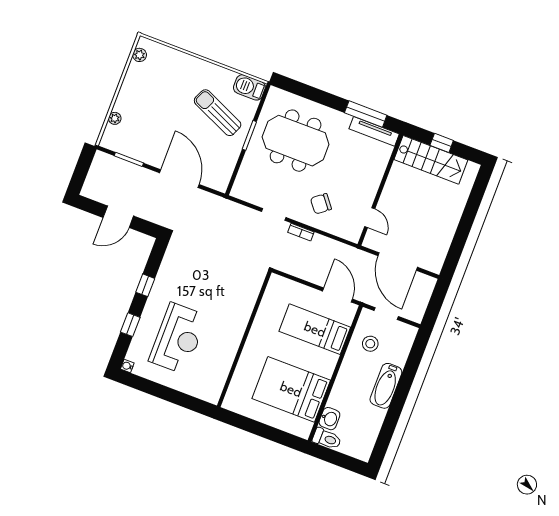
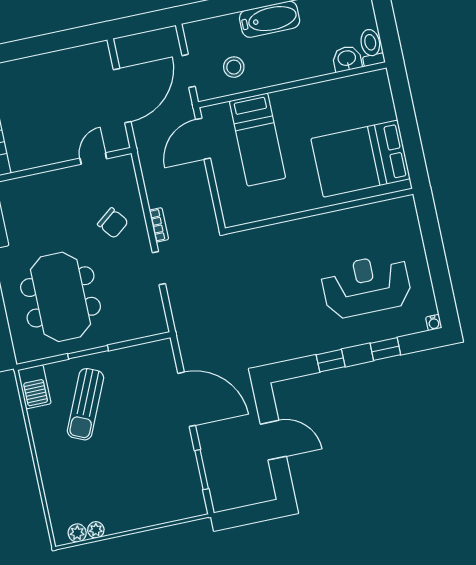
plant: (115, 118) -> (96, 530), moved
door: (179, 179) -> (187, 399), swing flipped
bed: (291, 389) -> (361, 159), moved, turned 90

